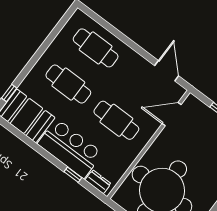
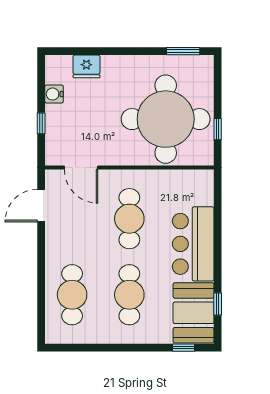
window: (73, 175) -> (218, 304), moved
dresser: (98, 182) -> (205, 190), removed

